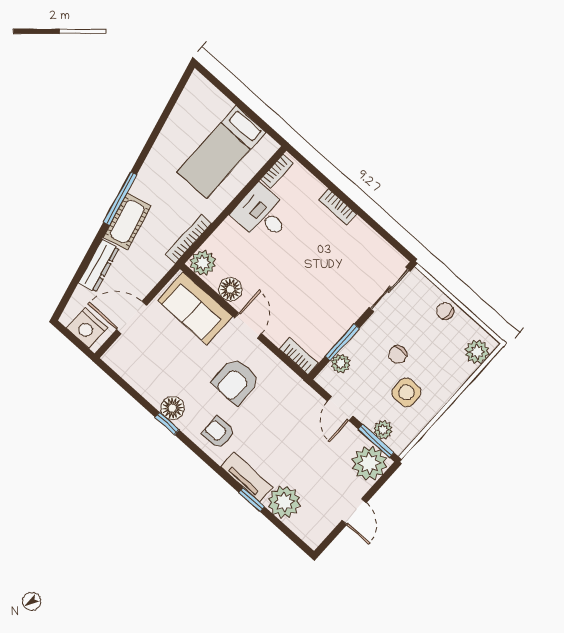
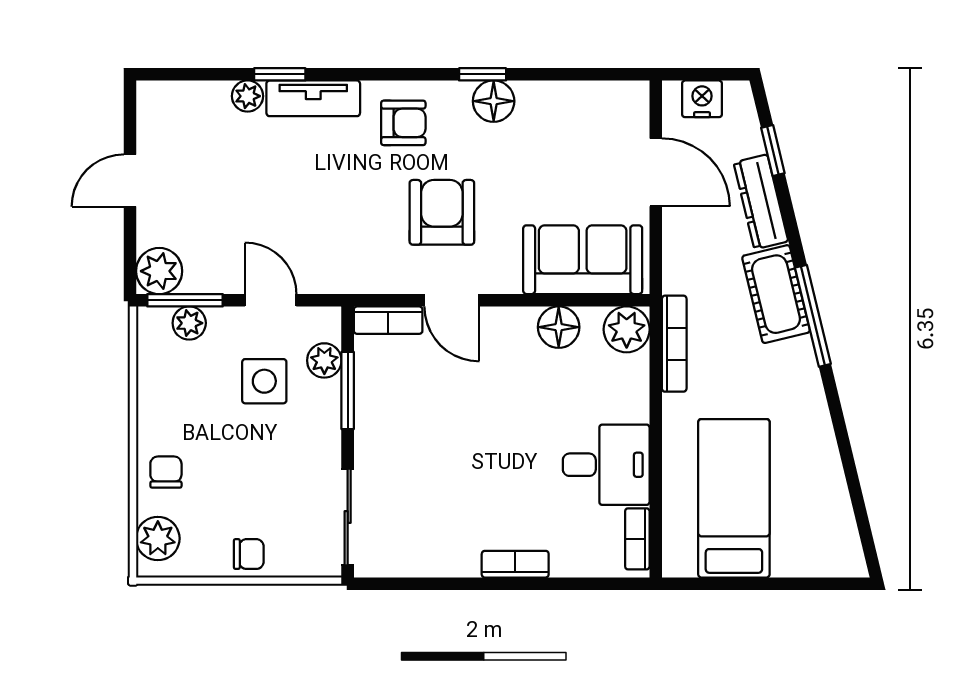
window: (75, 283) -> (773, 150), added
door: (132, 317) -> (656, 172), hinge flipped
door: (248, 326) -> (452, 300), moved
nightstand: (87, 328) -> (702, 99), width x0.74, depth x0.75
chair: (398, 355) -> (166, 472), moved
side table: (406, 392) -> (264, 381), moved
plant: (369, 463) -> (159, 271), width x0.73, depth x0.73
plant: (284, 502) -> (248, 96), width x0.53, depth x0.53
door: (354, 512) -> (130, 181), hinge flipped

